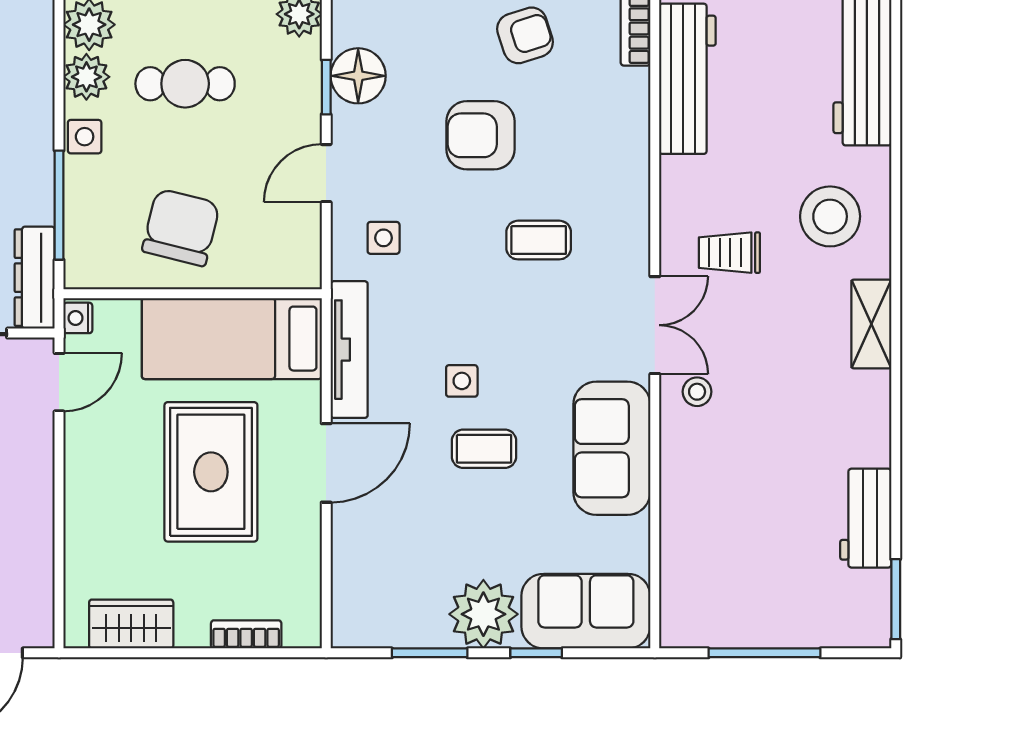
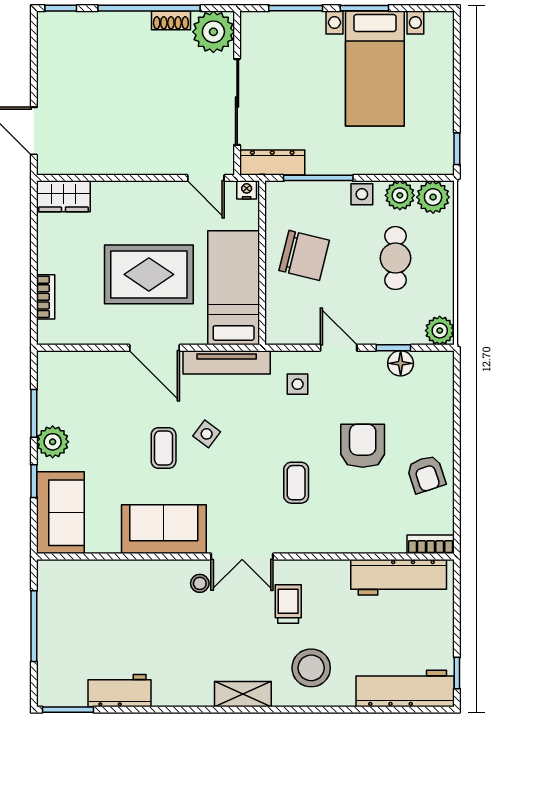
floor lamp: (358, 76) -> (401, 363), width x0.73, depth x0.73
side table: (462, 381) -> (207, 434), turned 37
plant: (483, 614) -> (53, 442), width x0.73, depth x0.73
wardrobe: (131, 624) -> (63, 196), moved, turned 90

